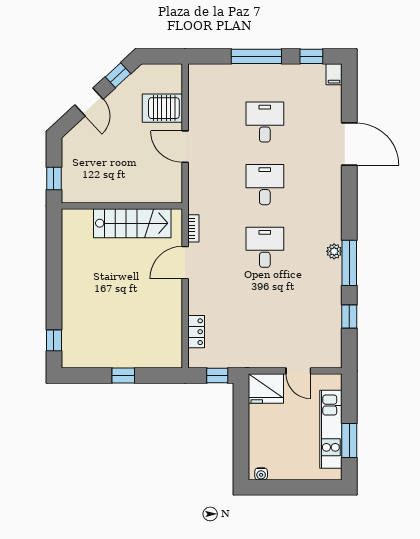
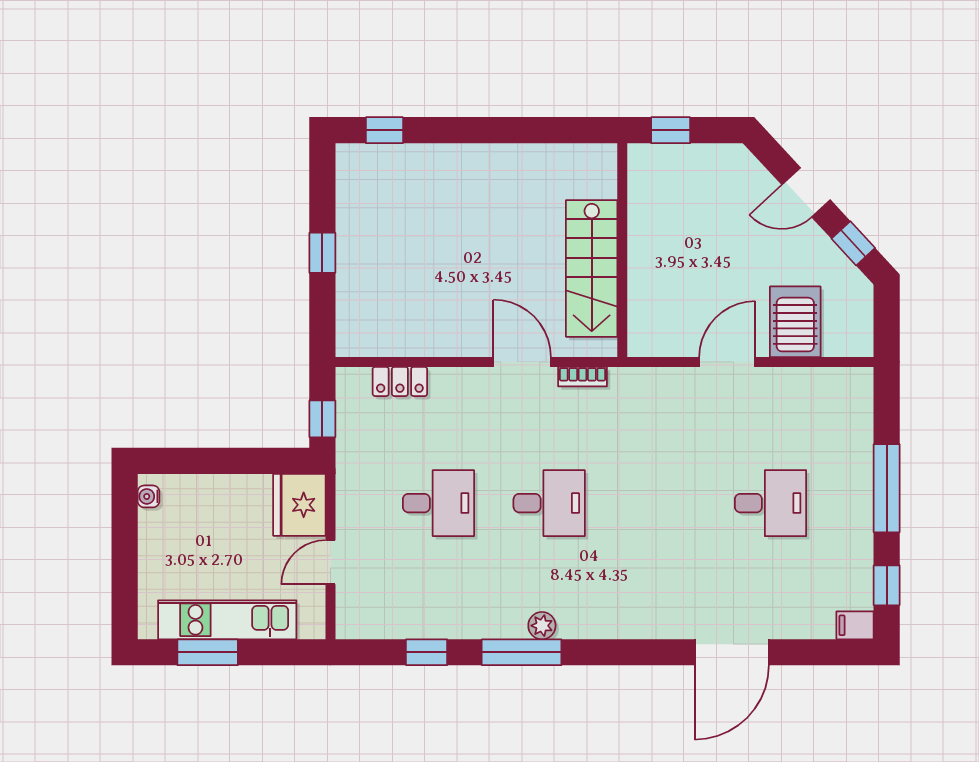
desk: (265, 185) -> (438, 503), moved

